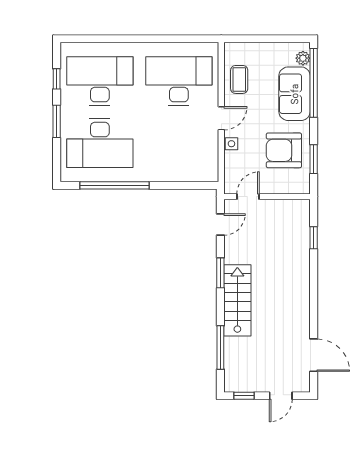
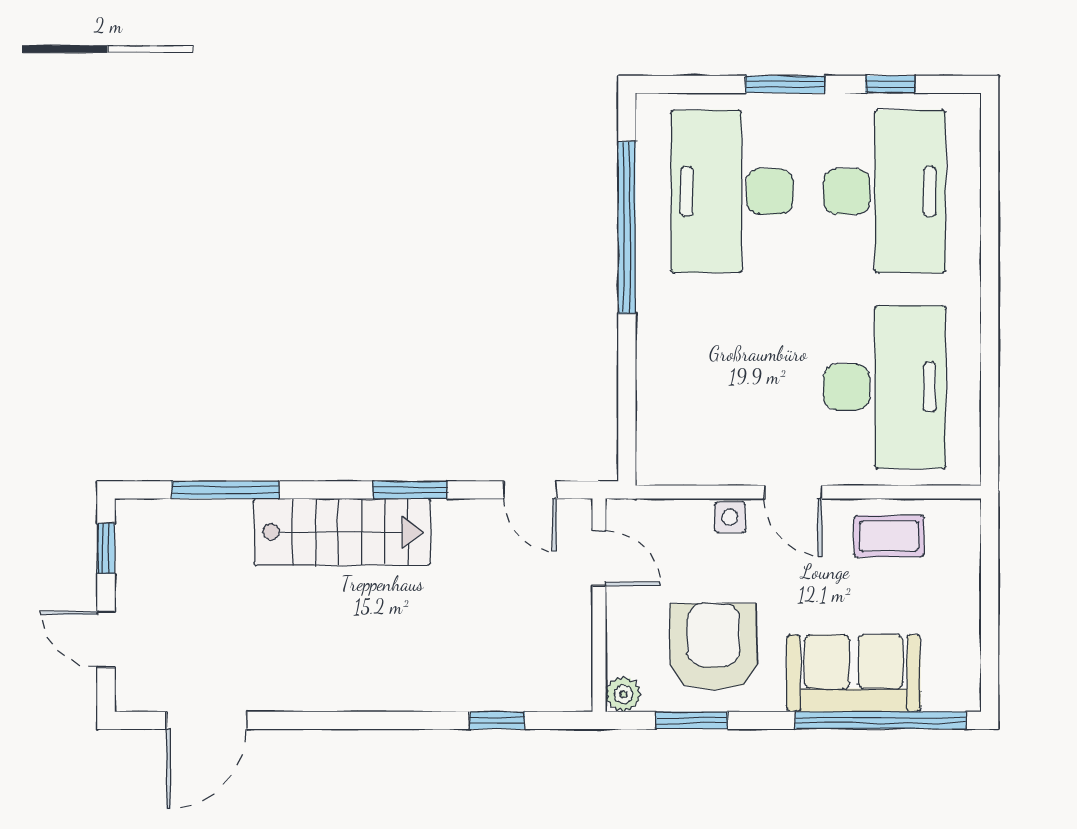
plant: (303, 58) -> (623, 694), moved

